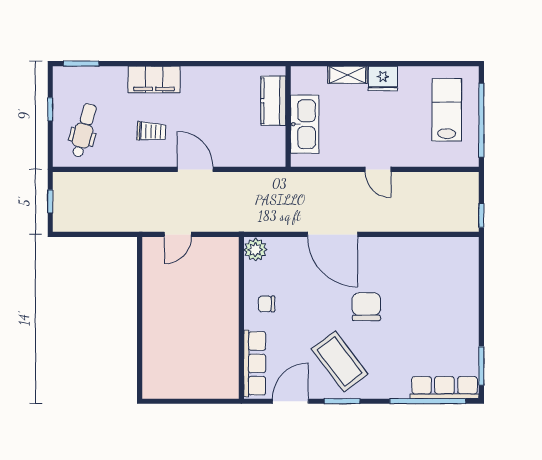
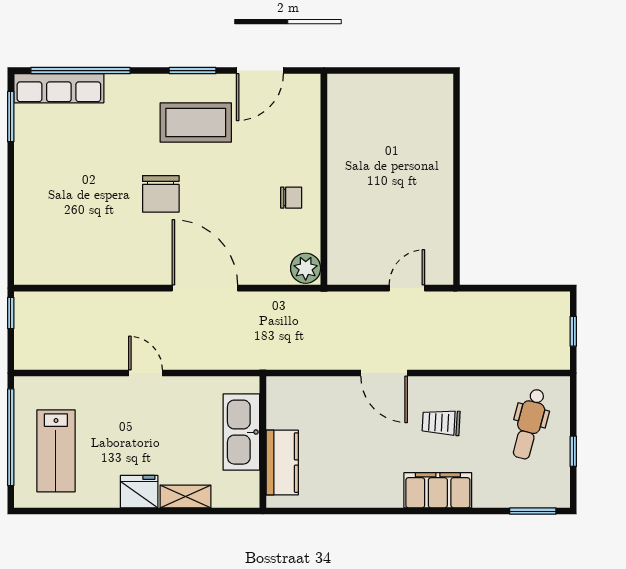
coffee table: (340, 361) -> (196, 122), turned -53
row of seats: (255, 363) -> (307, 120), removed

